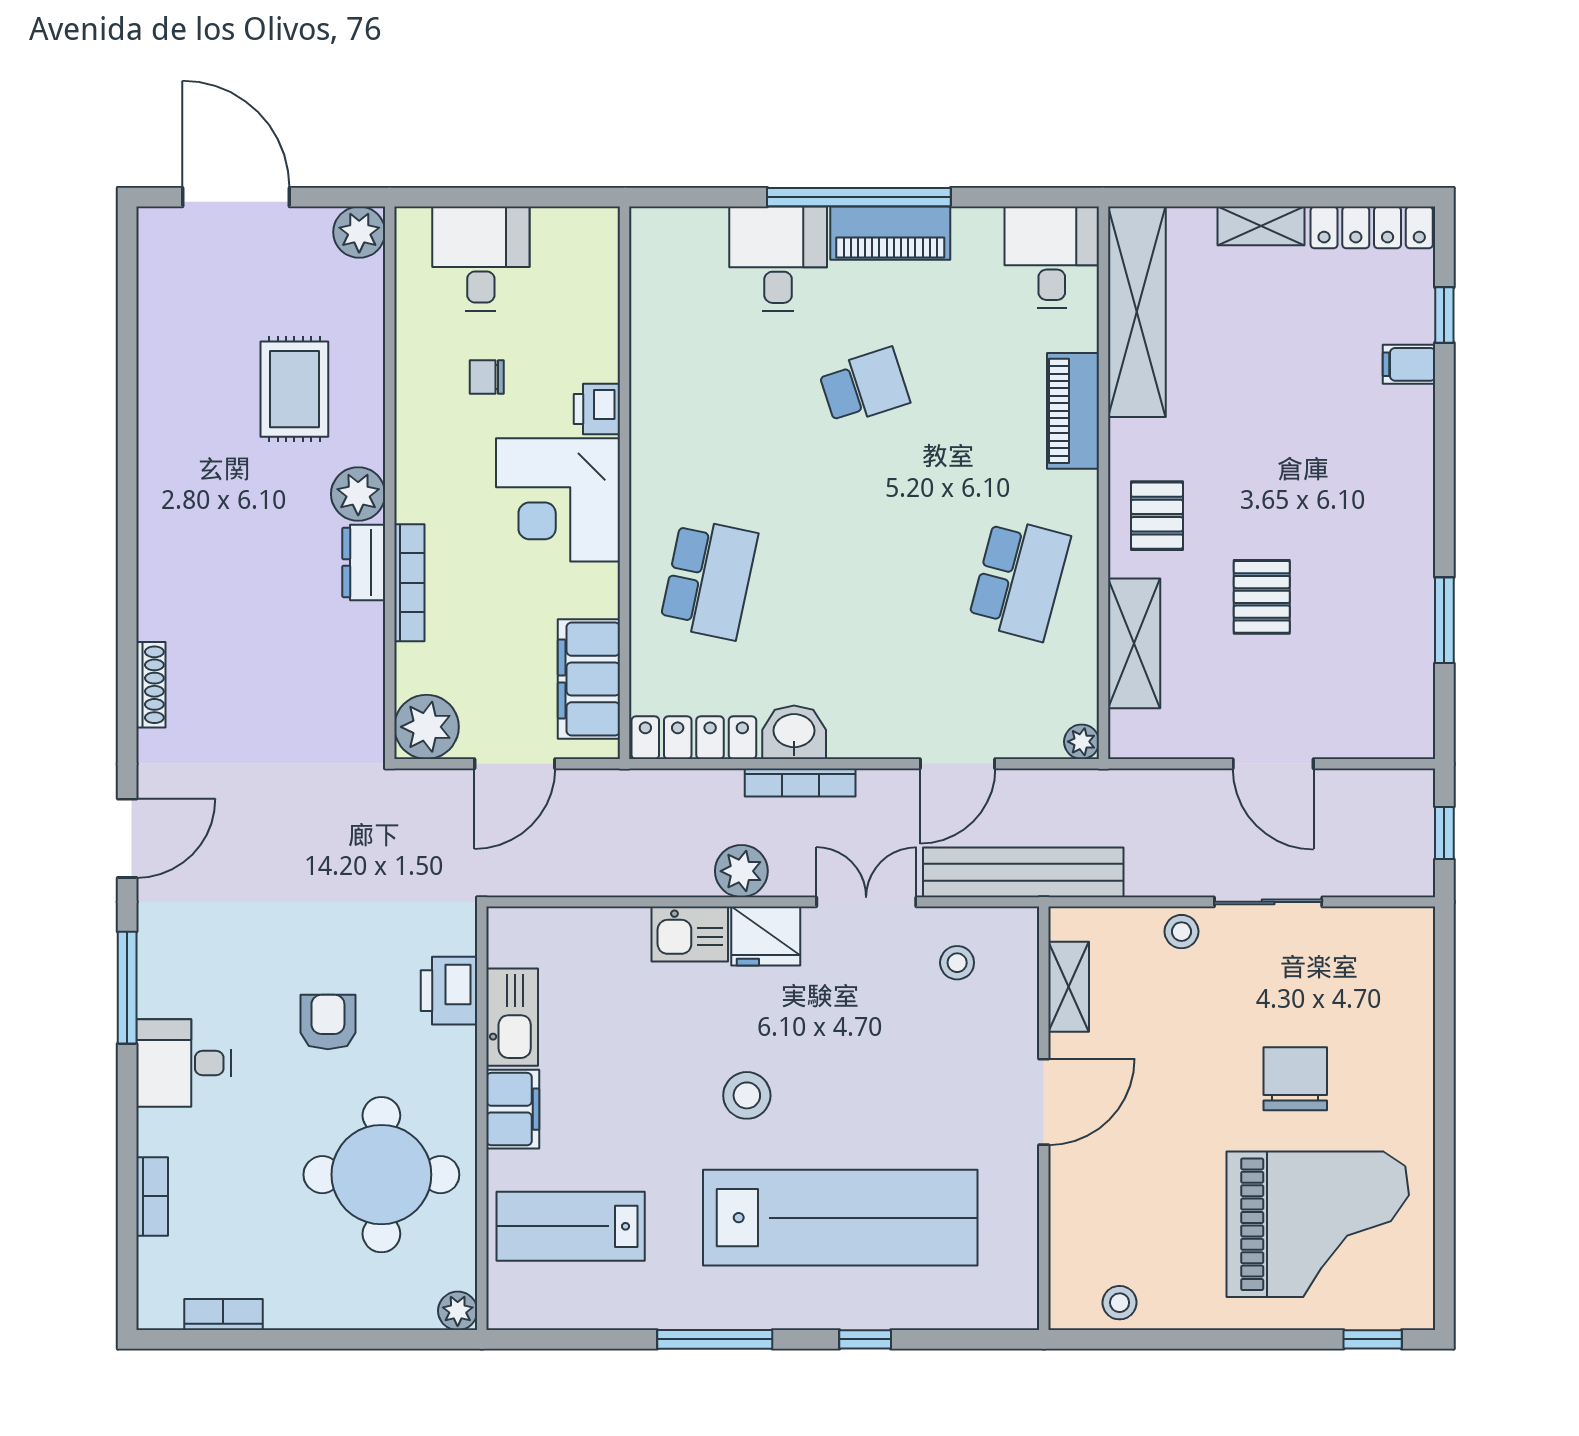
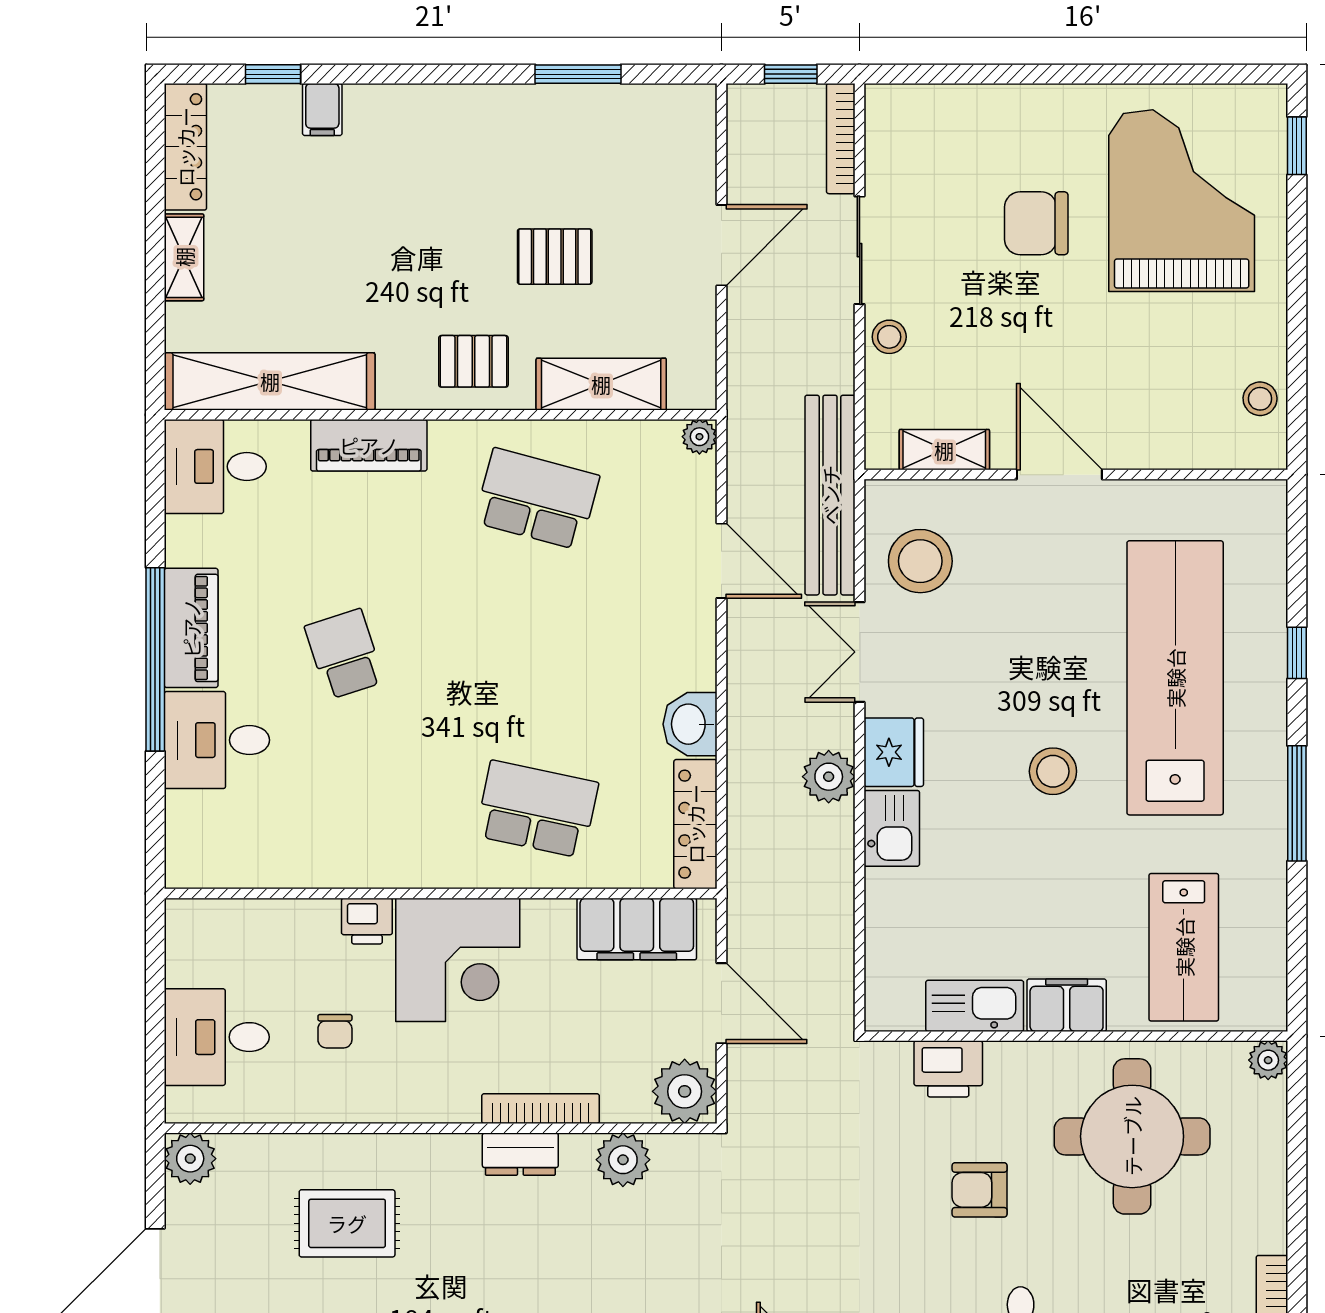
plant: (358, 494) -> (623, 1160), moved
bookcase: (800, 782) -> (841, 139), moved, turned 180
stool: (957, 963) -> (920, 561), width x1.89, depth x1.89

